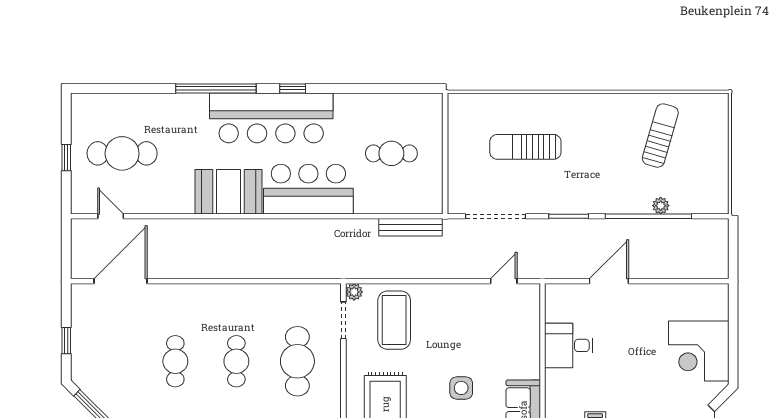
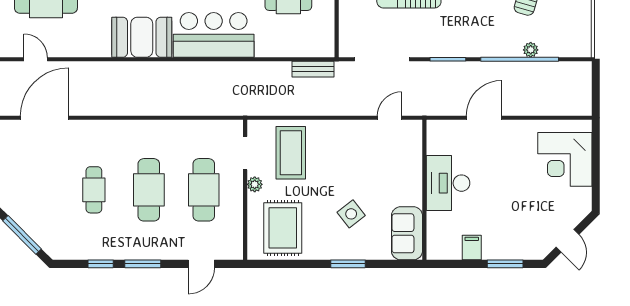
bench: (410, 227) -> (313, 69), width x0.73
plant: (354, 292) -> (255, 184), moved
desk: (569, 345) -> (448, 183), width x1.37
corner desk: (699, 351) -> (565, 159), moved
cafe table: (236, 361) -> (149, 190), width x1.37, depth x1.35
side table: (461, 388) -> (351, 214), turned -38

